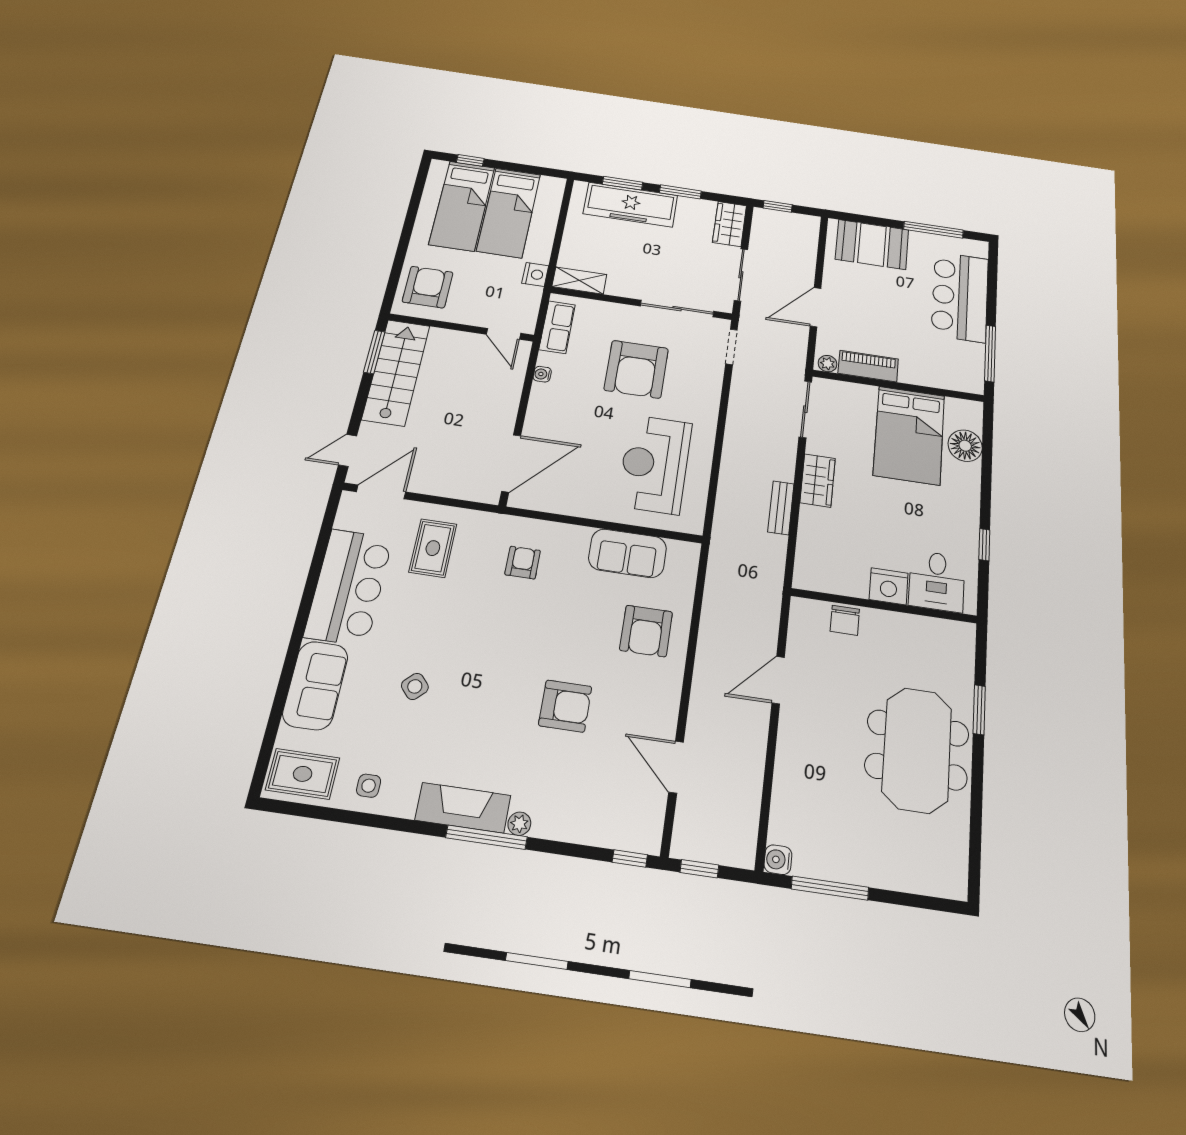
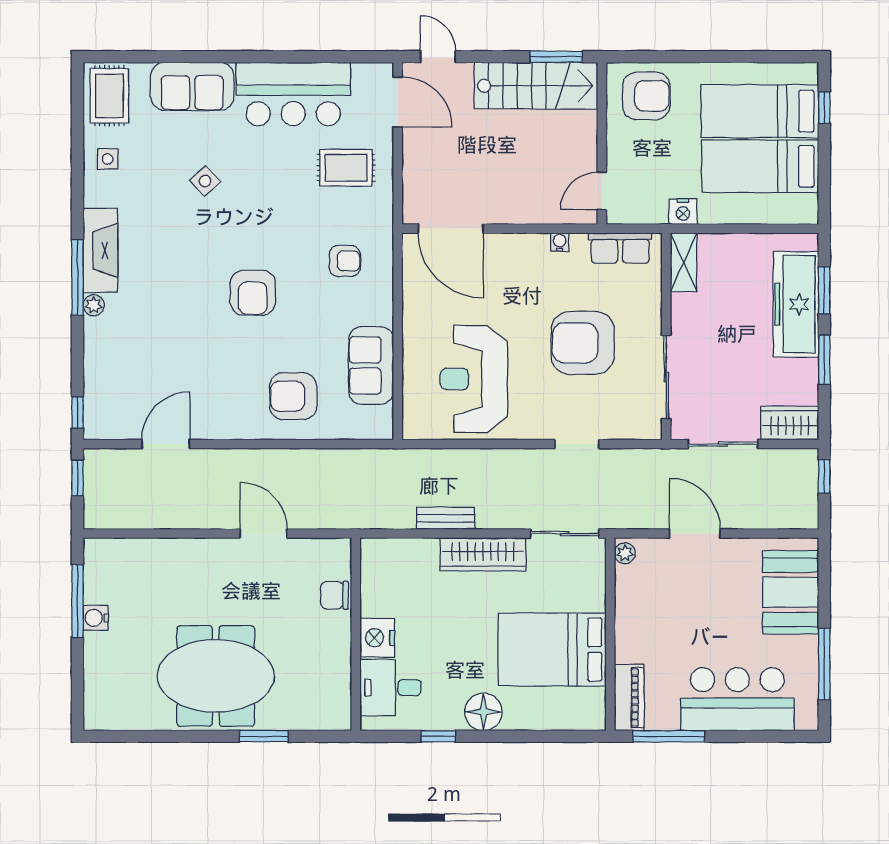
doorway: (731, 347) -> (577, 444), moved
piano: (868, 366) -> (629, 698), moved
floor lamp: (965, 446) -> (483, 712), moved
reception desk: (655, 464) -> (474, 379), turned -90
wardrobe: (818, 481) -> (483, 554), width x1.50
armchair: (565, 706) -> (253, 293), moved
water cooler: (778, 860) -> (96, 618), moved, turned -90

